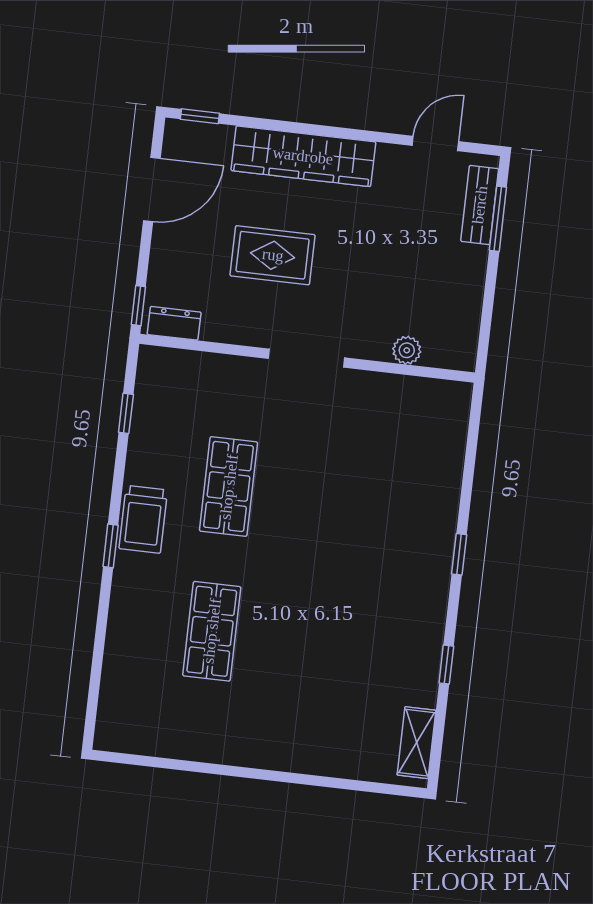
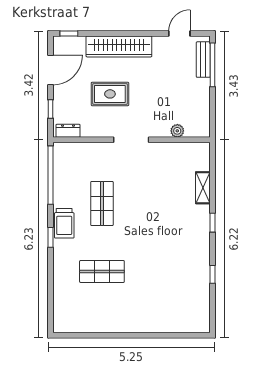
window: (498, 219) -> (212, 65), width x1.44
window: (138, 306) -> (50, 109), moved
window: (126, 413) -> (50, 175), width x3.17
shop shelf: (212, 631) -> (102, 271), turned 90
shelving: (417, 743) -> (203, 188), moved

